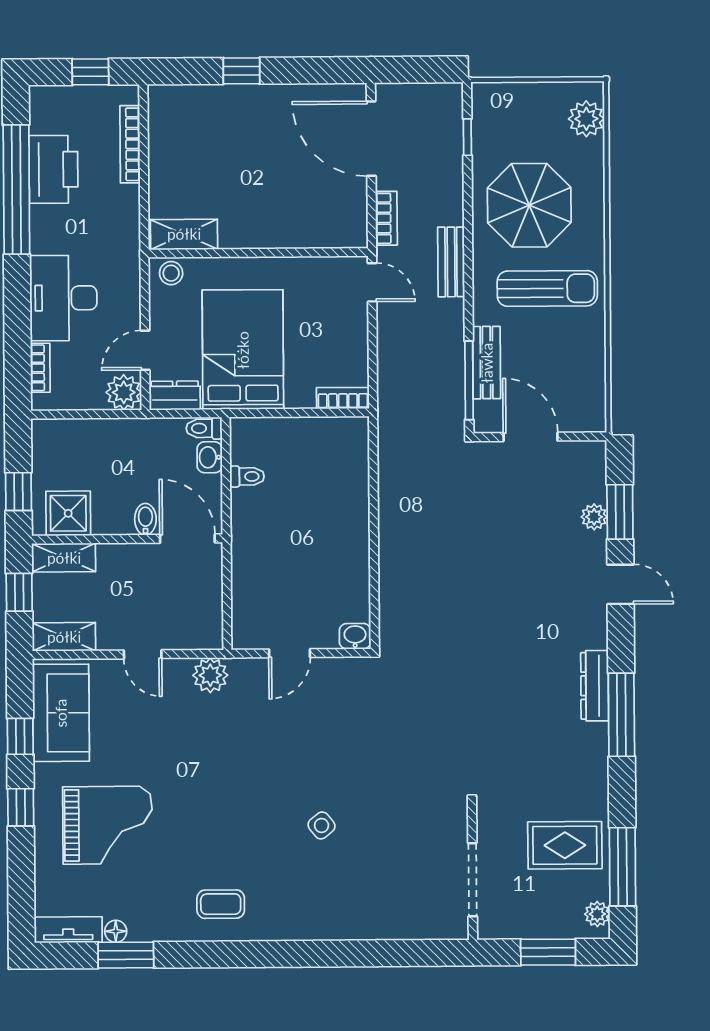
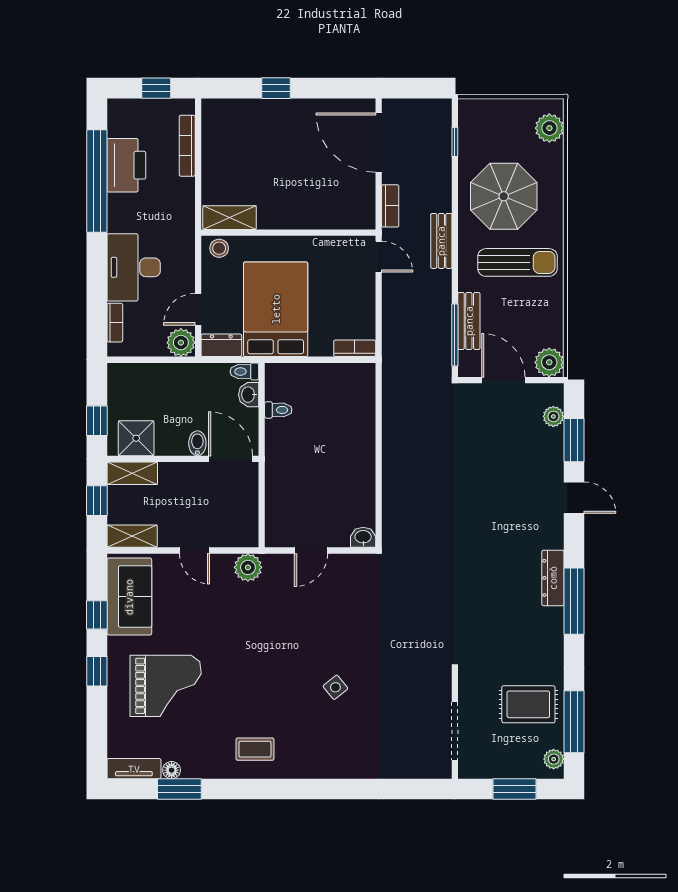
plant: (588, 414) -> (549, 362), added
plant: (594, 517) -> (553, 416), moved

